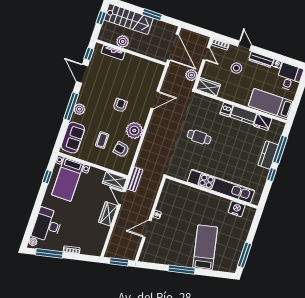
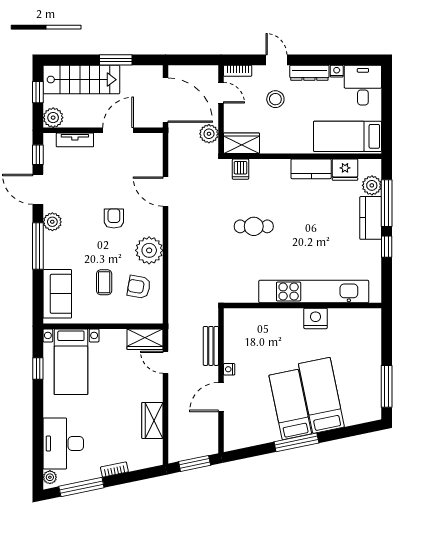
plant: (123, 41) -> (53, 118), moved
door: (140, 55) -> (118, 130), added
door: (155, 100) -> (165, 192), swing flipped
plant: (79, 109) -> (52, 222), moved
dishwasher: (226, 110) -> (240, 169), moved
plant: (275, 136) -> (372, 185), added
bench: (135, 179) -> (211, 346), moved
nightstand: (237, 209) -> (316, 318), moved
wardrobe: (108, 214) -> (152, 420), moved
bed: (185, 247) -> (290, 405), added

